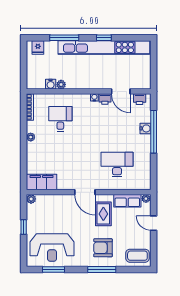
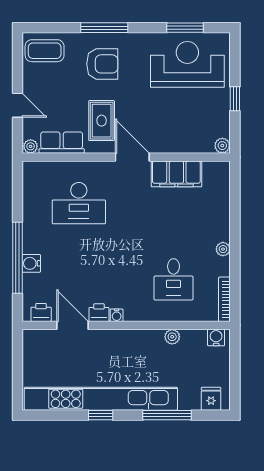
water cooler: (51, 84) -> (216, 338), moved
filing cabinet: (42, 182) -> (176, 174), moved

